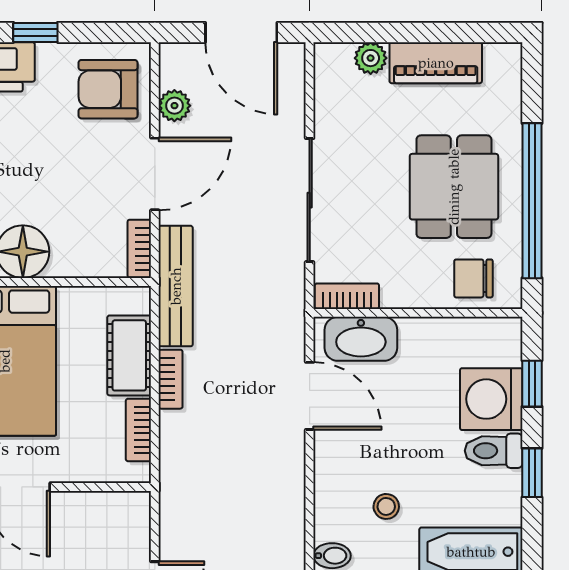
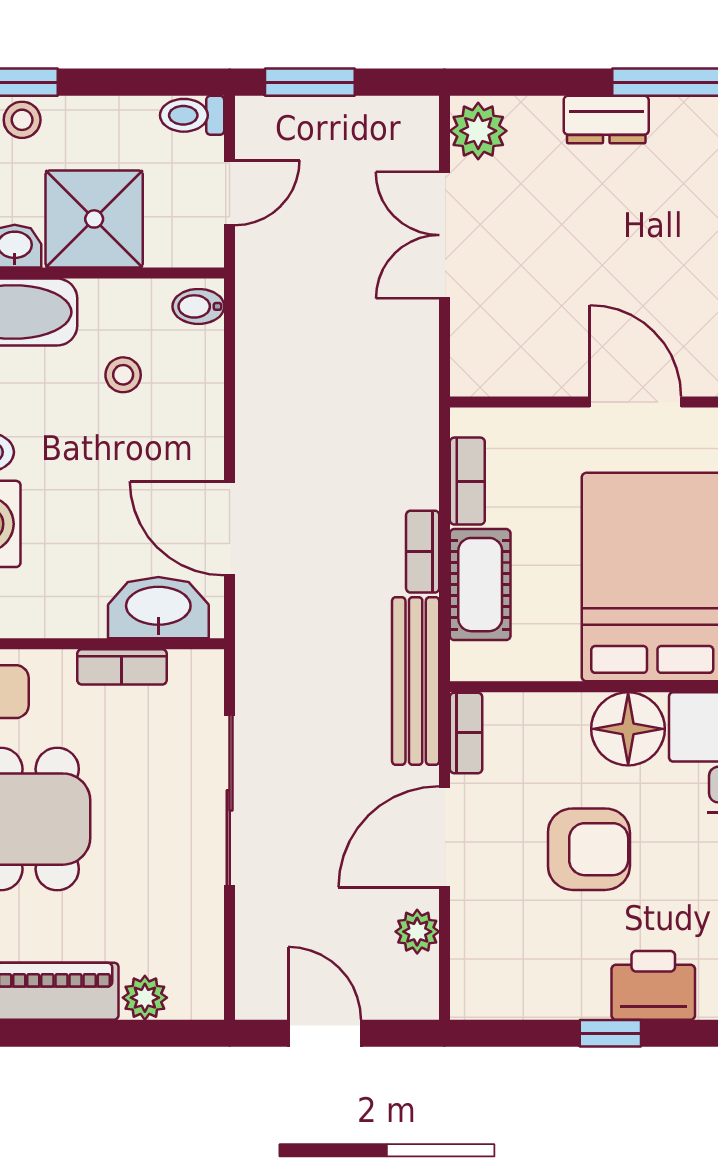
door: (241, 32) -> (325, 1033), width x0.73
armchair: (108, 89) -> (589, 849), moved
bookcase: (347, 296) -> (122, 667), moved

